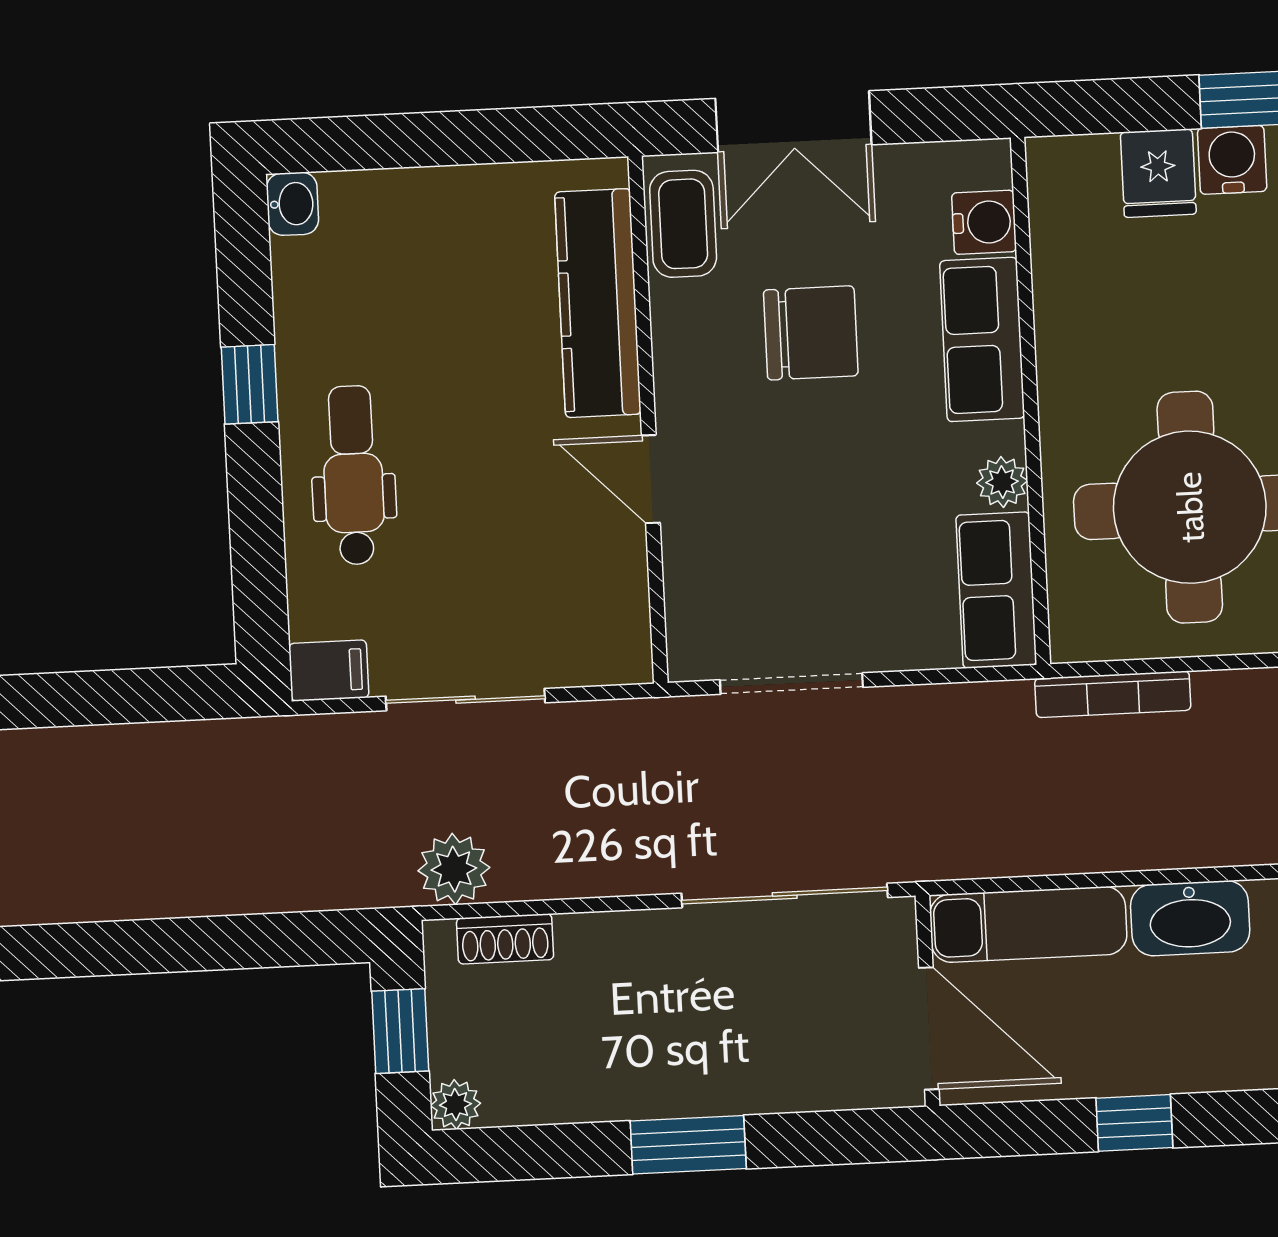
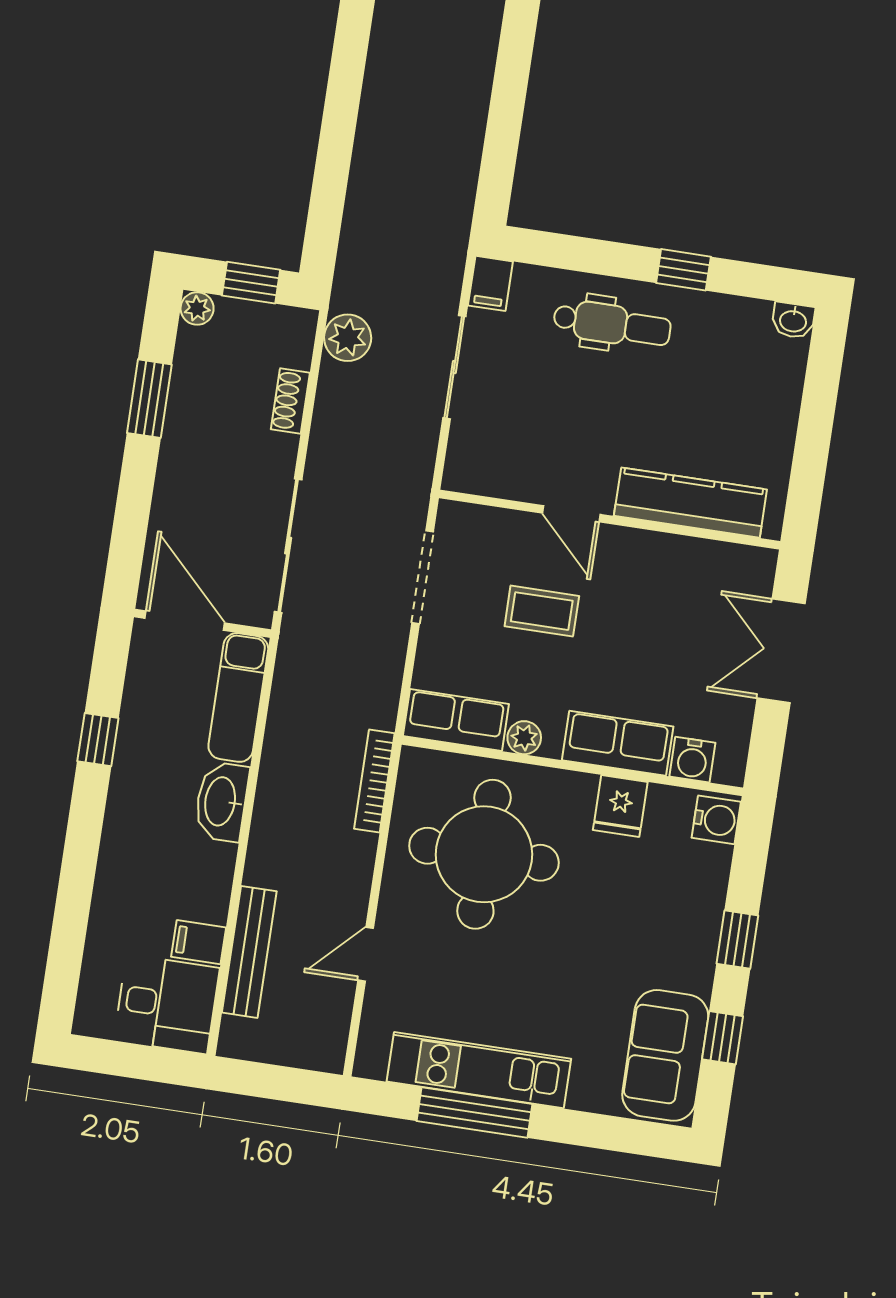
water cooler: (1232, 160) -> (716, 820), moved
fridge: (1158, 173) -> (620, 806), moved, turned -90
coffee table: (683, 224) -> (542, 611), moved
chair: (811, 333) -> (644, 635), removed
door: (651, 479) -> (571, 514), swing flipped
shoe rack: (505, 939) -> (290, 401), moved
door: (929, 1028) -> (185, 621), swing flipped
window: (688, 1145) -> (149, 399), moved

